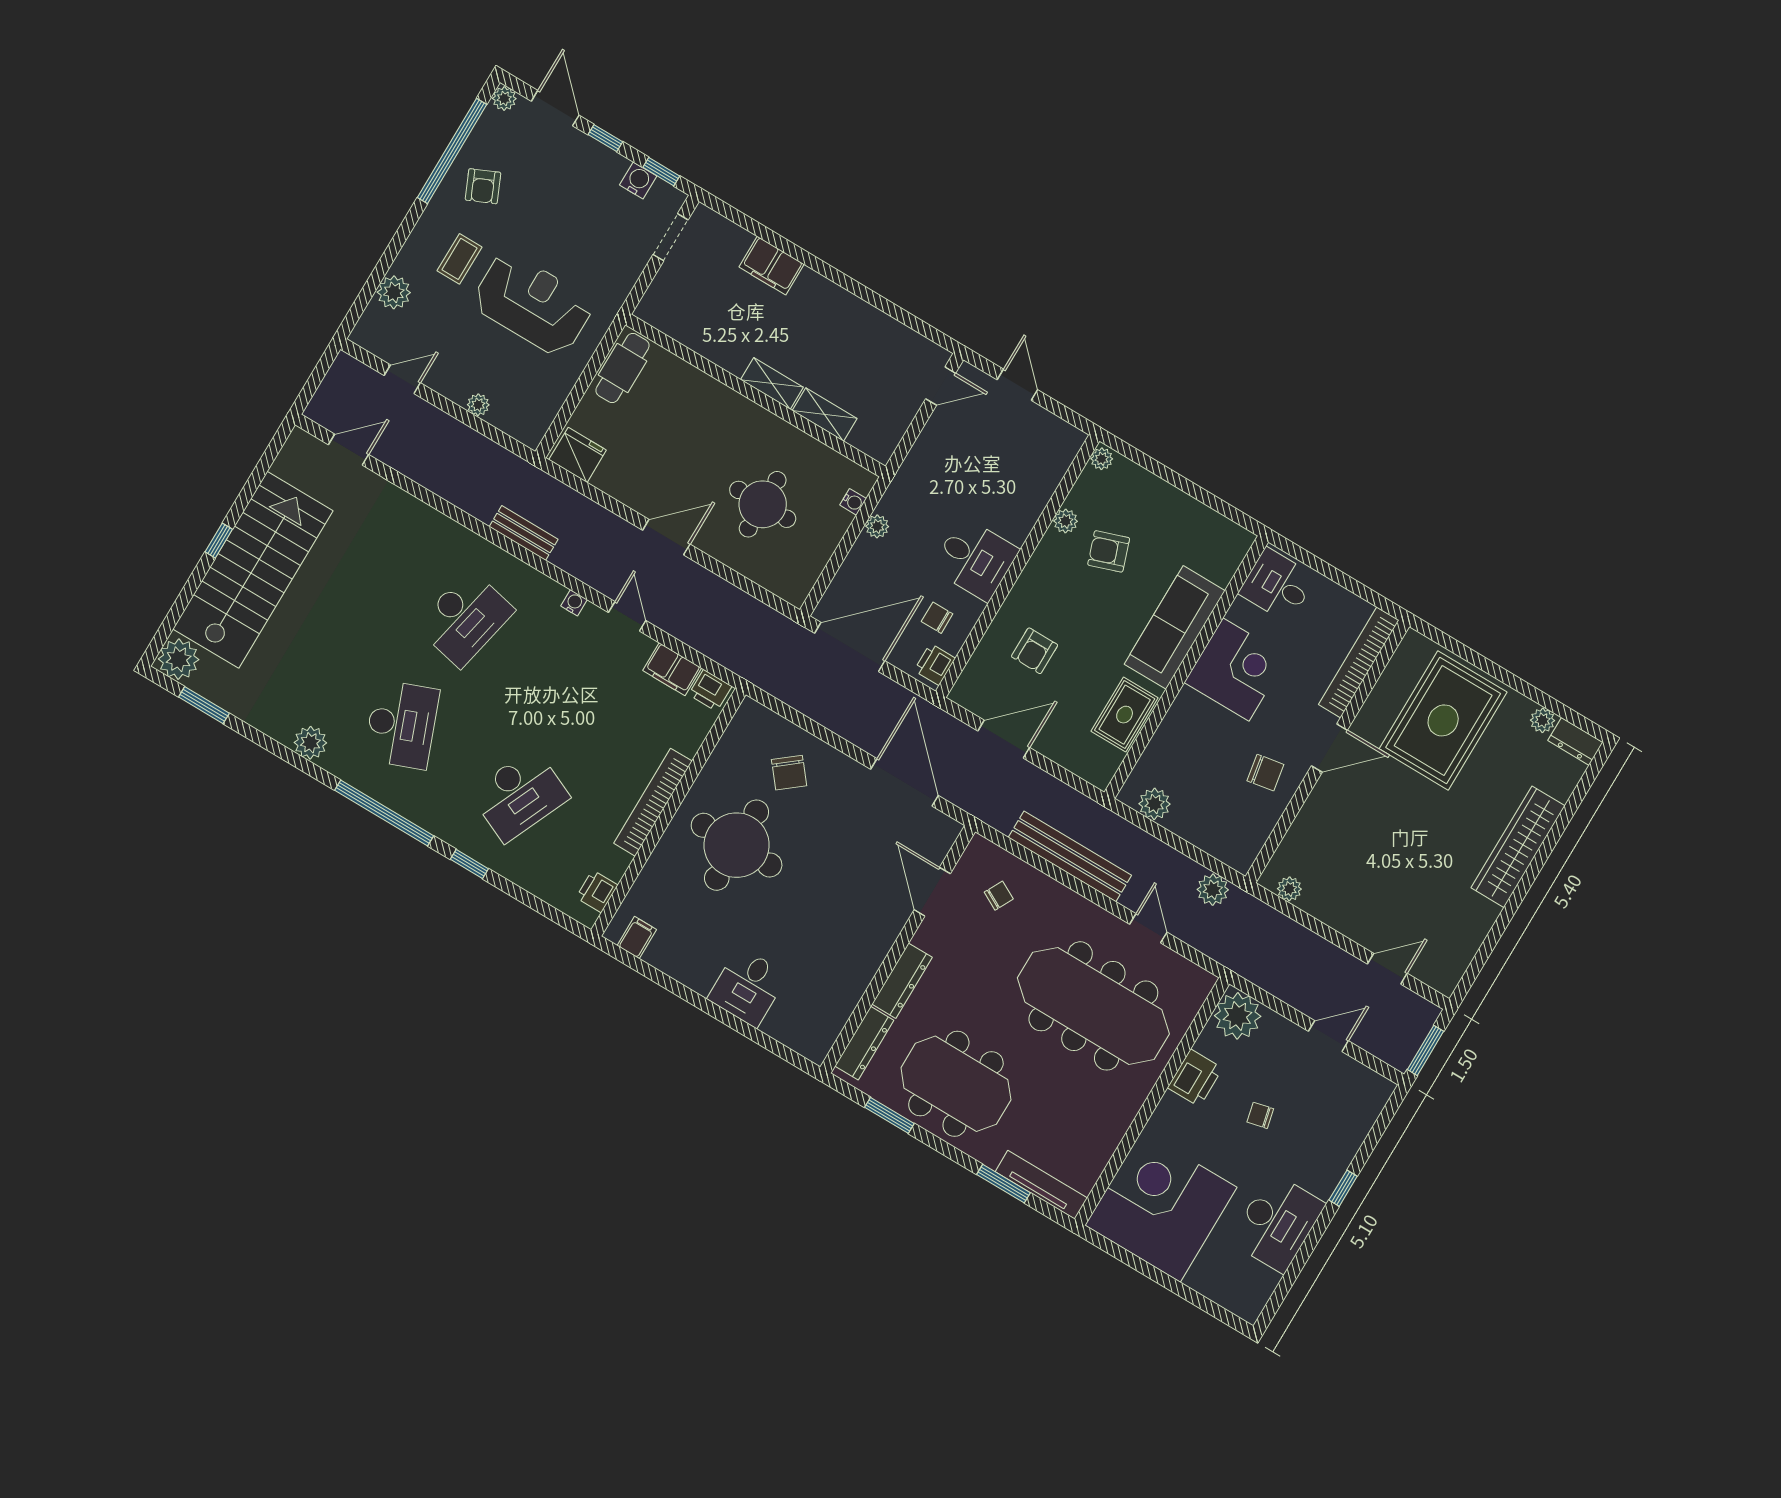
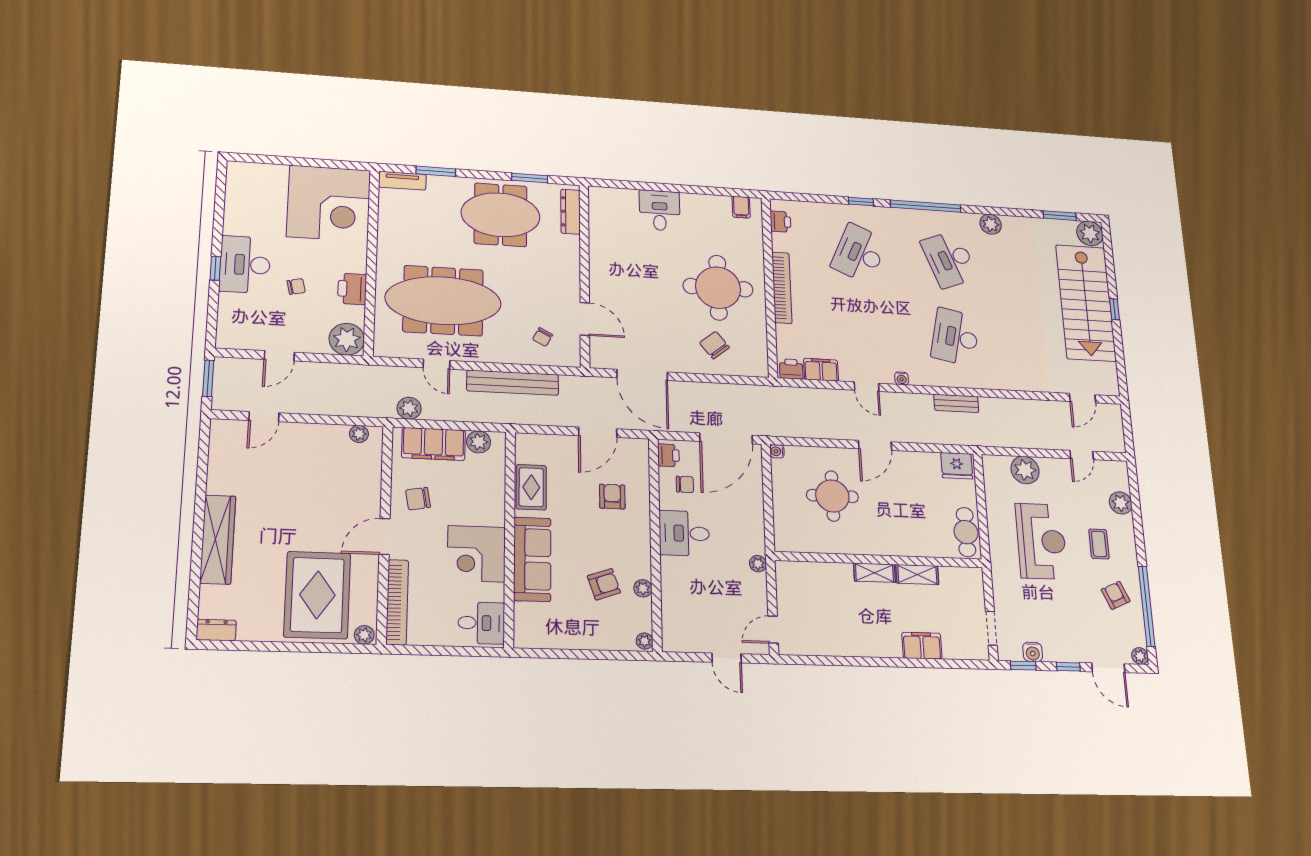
reception desk: (533, 304) -> (1041, 541), turned -90
plant: (478, 405) -> (1025, 470), width x1.88, depth x1.88
shelving: (825, 414) -> (917, 574), moved
water cooler: (853, 502) -> (777, 451), moved
plant: (877, 526) -> (758, 564), moved
plant: (1543, 720) -> (364, 635), moved
filing cabinet: (1209, 830) -> (433, 444), added
dresser: (902, 981) -> (570, 258), removed
tv unit: (1041, 1185) -> (402, 181), width x0.71
desk: (1277, 1223) -> (245, 265), moved

